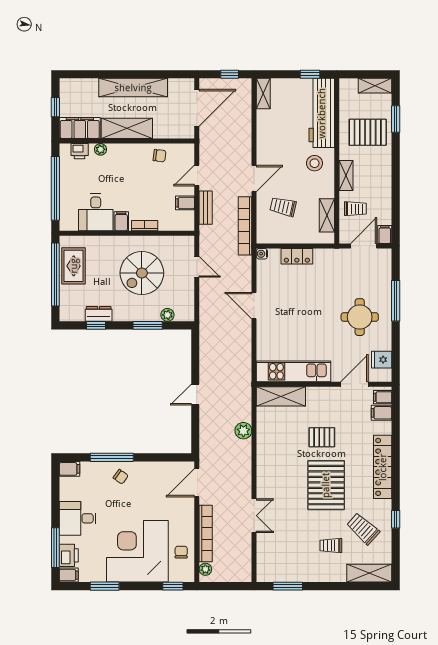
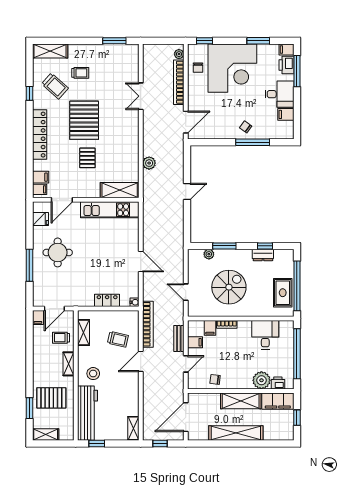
plant: (101, 149) -> (261, 380), width x1.87, depth x1.87
filing cabinet: (121, 221) -> (210, 328), moved
pallet: (322, 437) -> (87, 158), turned 90
filing cabinet: (70, 469) -> (286, 114), moved

